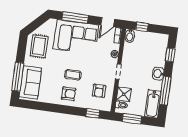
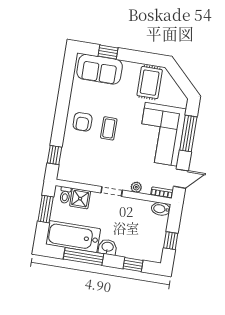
door: (108, 22) -> (181, 179), swing flipped
window: (142, 27) -> (171, 241), moved
rug: (39, 46) -> (150, 83), turned 90
window: (18, 77) -> (108, 52), width x0.46
armchair: (99, 91) -> (86, 164), removed
bathtub: (153, 104) -> (73, 237), width x1.36, depth x1.36

